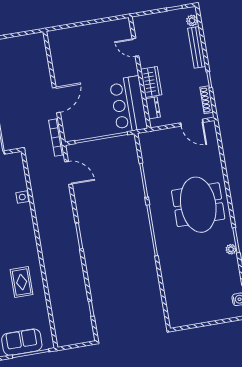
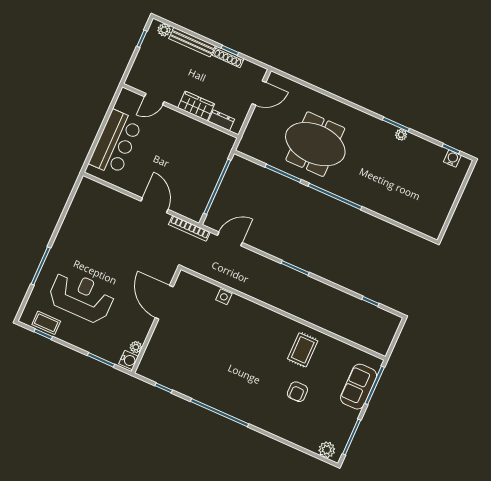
shoe rack: (207, 100) -> (228, 57), moved
bar counter: (128, 104) -> (116, 143), moved, turned -90
meeting table: (198, 205) -> (315, 144), moved
rug: (22, 282) -> (303, 350), turned 90

